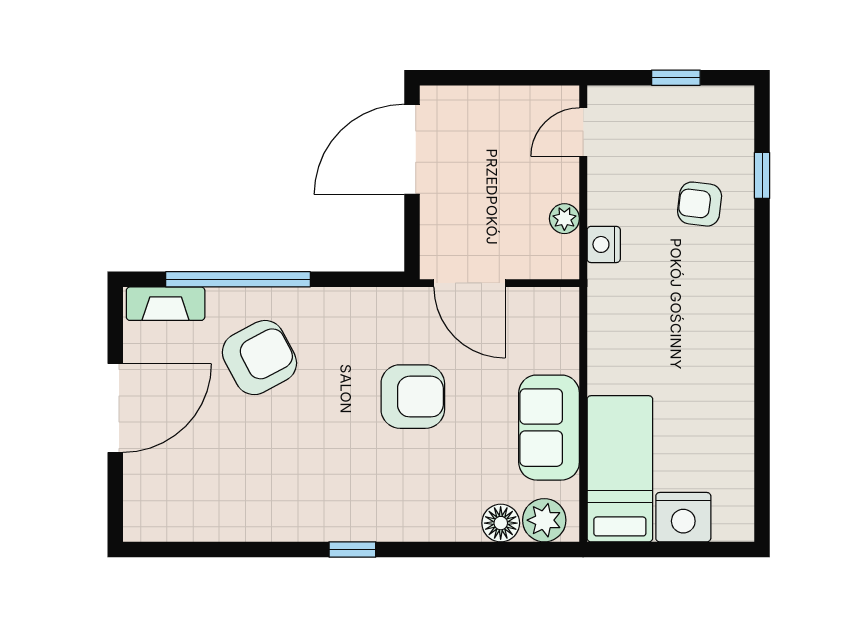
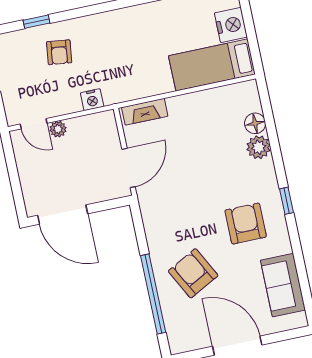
plant: (564, 219) -> (58, 129), moved
fireplace: (166, 304) -> (145, 112), moved, turned 90
armchair: (413, 397) -> (246, 224), moved
sofa: (549, 428) -> (283, 285), moved, turned 90
plant: (544, 520) -> (259, 147), moved

